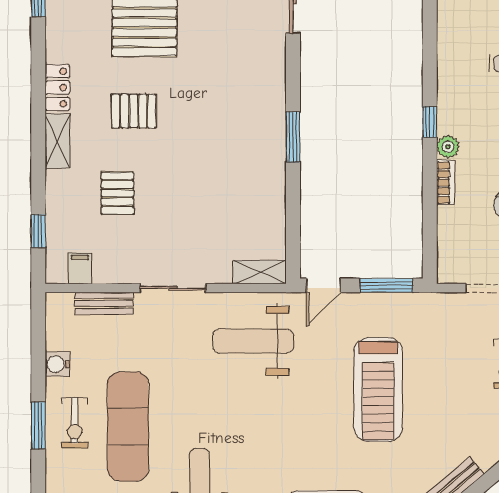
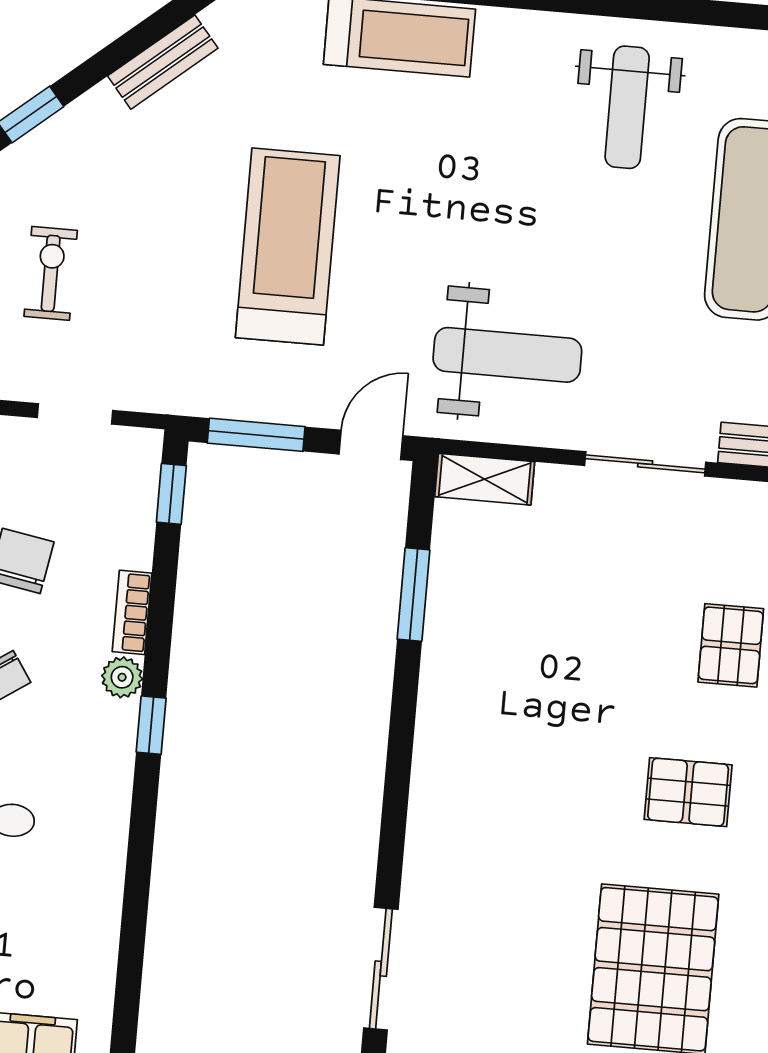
window: (293, 137) -> (414, 595), moved
window: (430, 249) -> (171, 494), added

